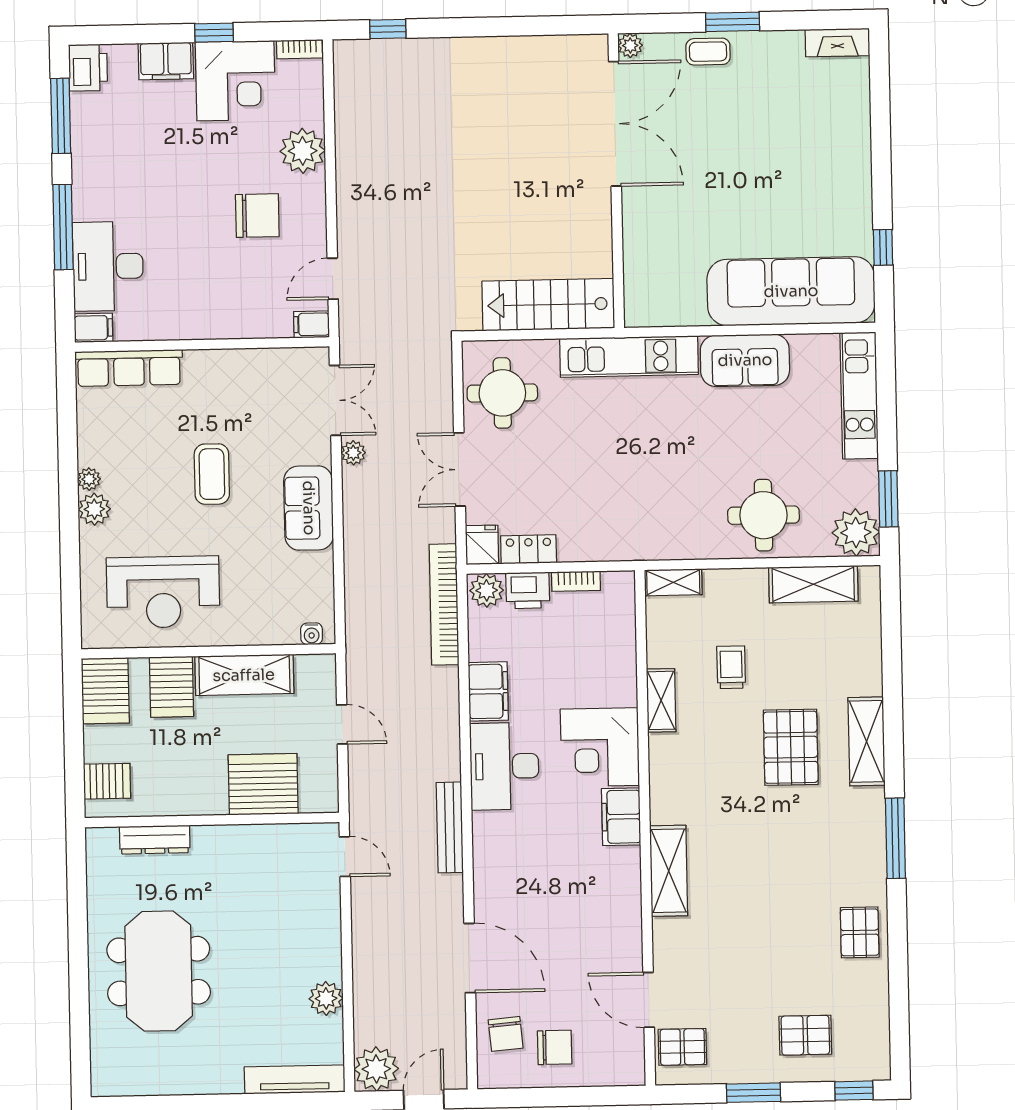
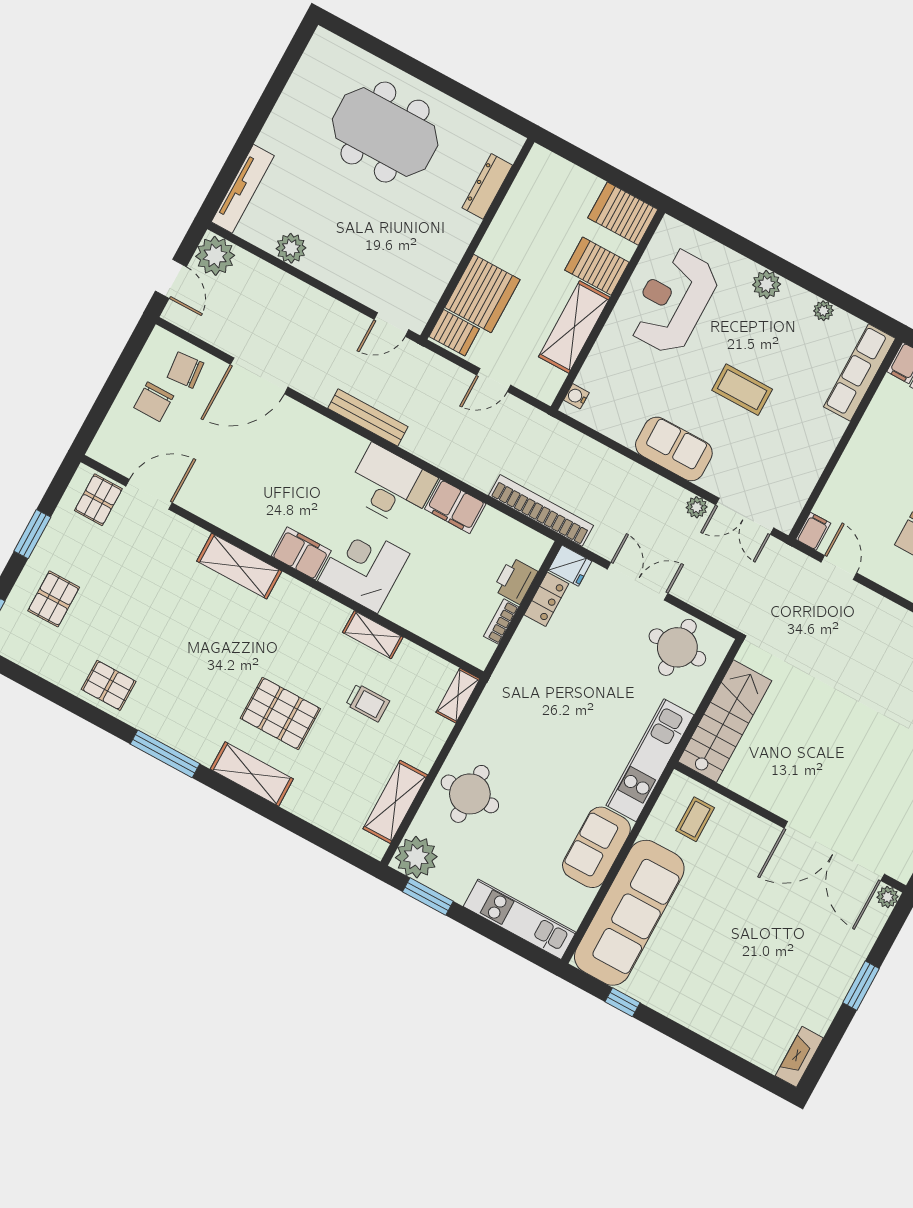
coffee table: (708, 52) -> (695, 819), moved
plant: (89, 479) -> (823, 311), moved
plant: (487, 590) -> (533, 549), removed
server rack: (107, 781) -> (454, 333), moved, turned -90

